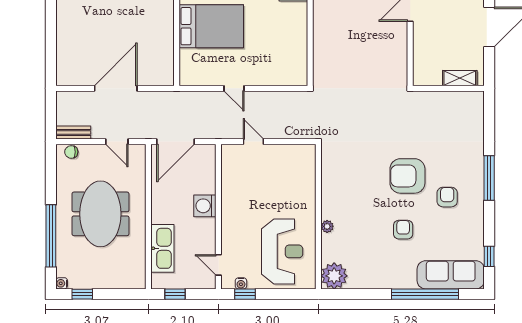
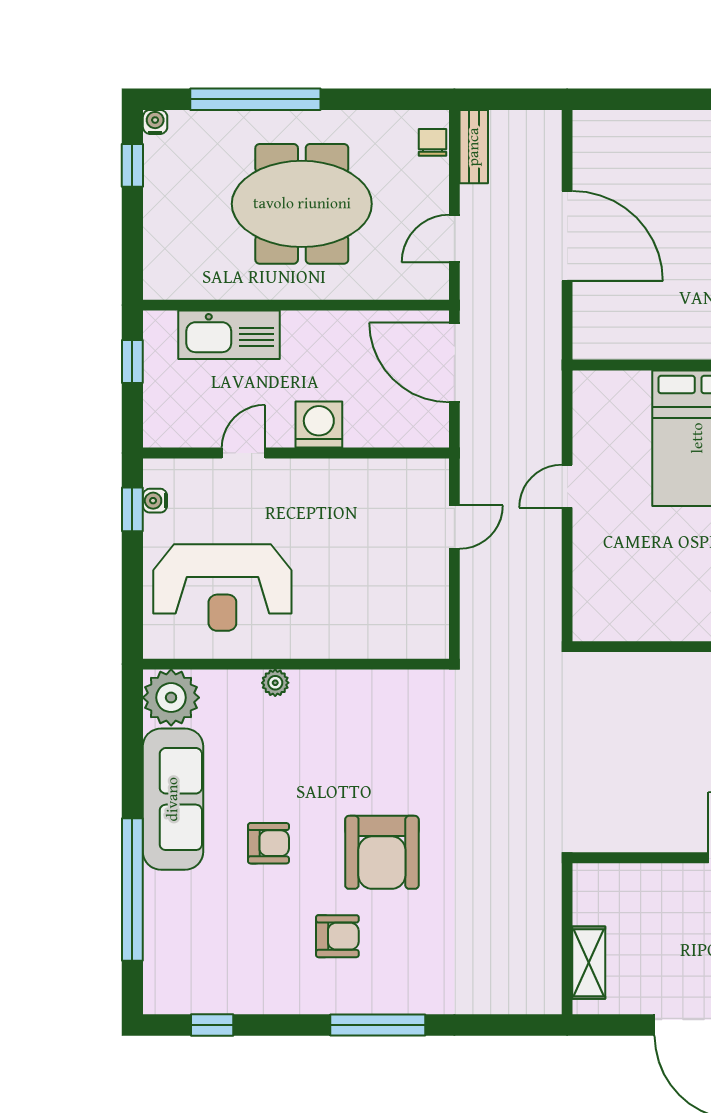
armchair: (407, 176) -> (382, 852), turned 180
door: (218, 265) -> (244, 453), moved
sofa: (451, 275) -> (173, 799), moved

